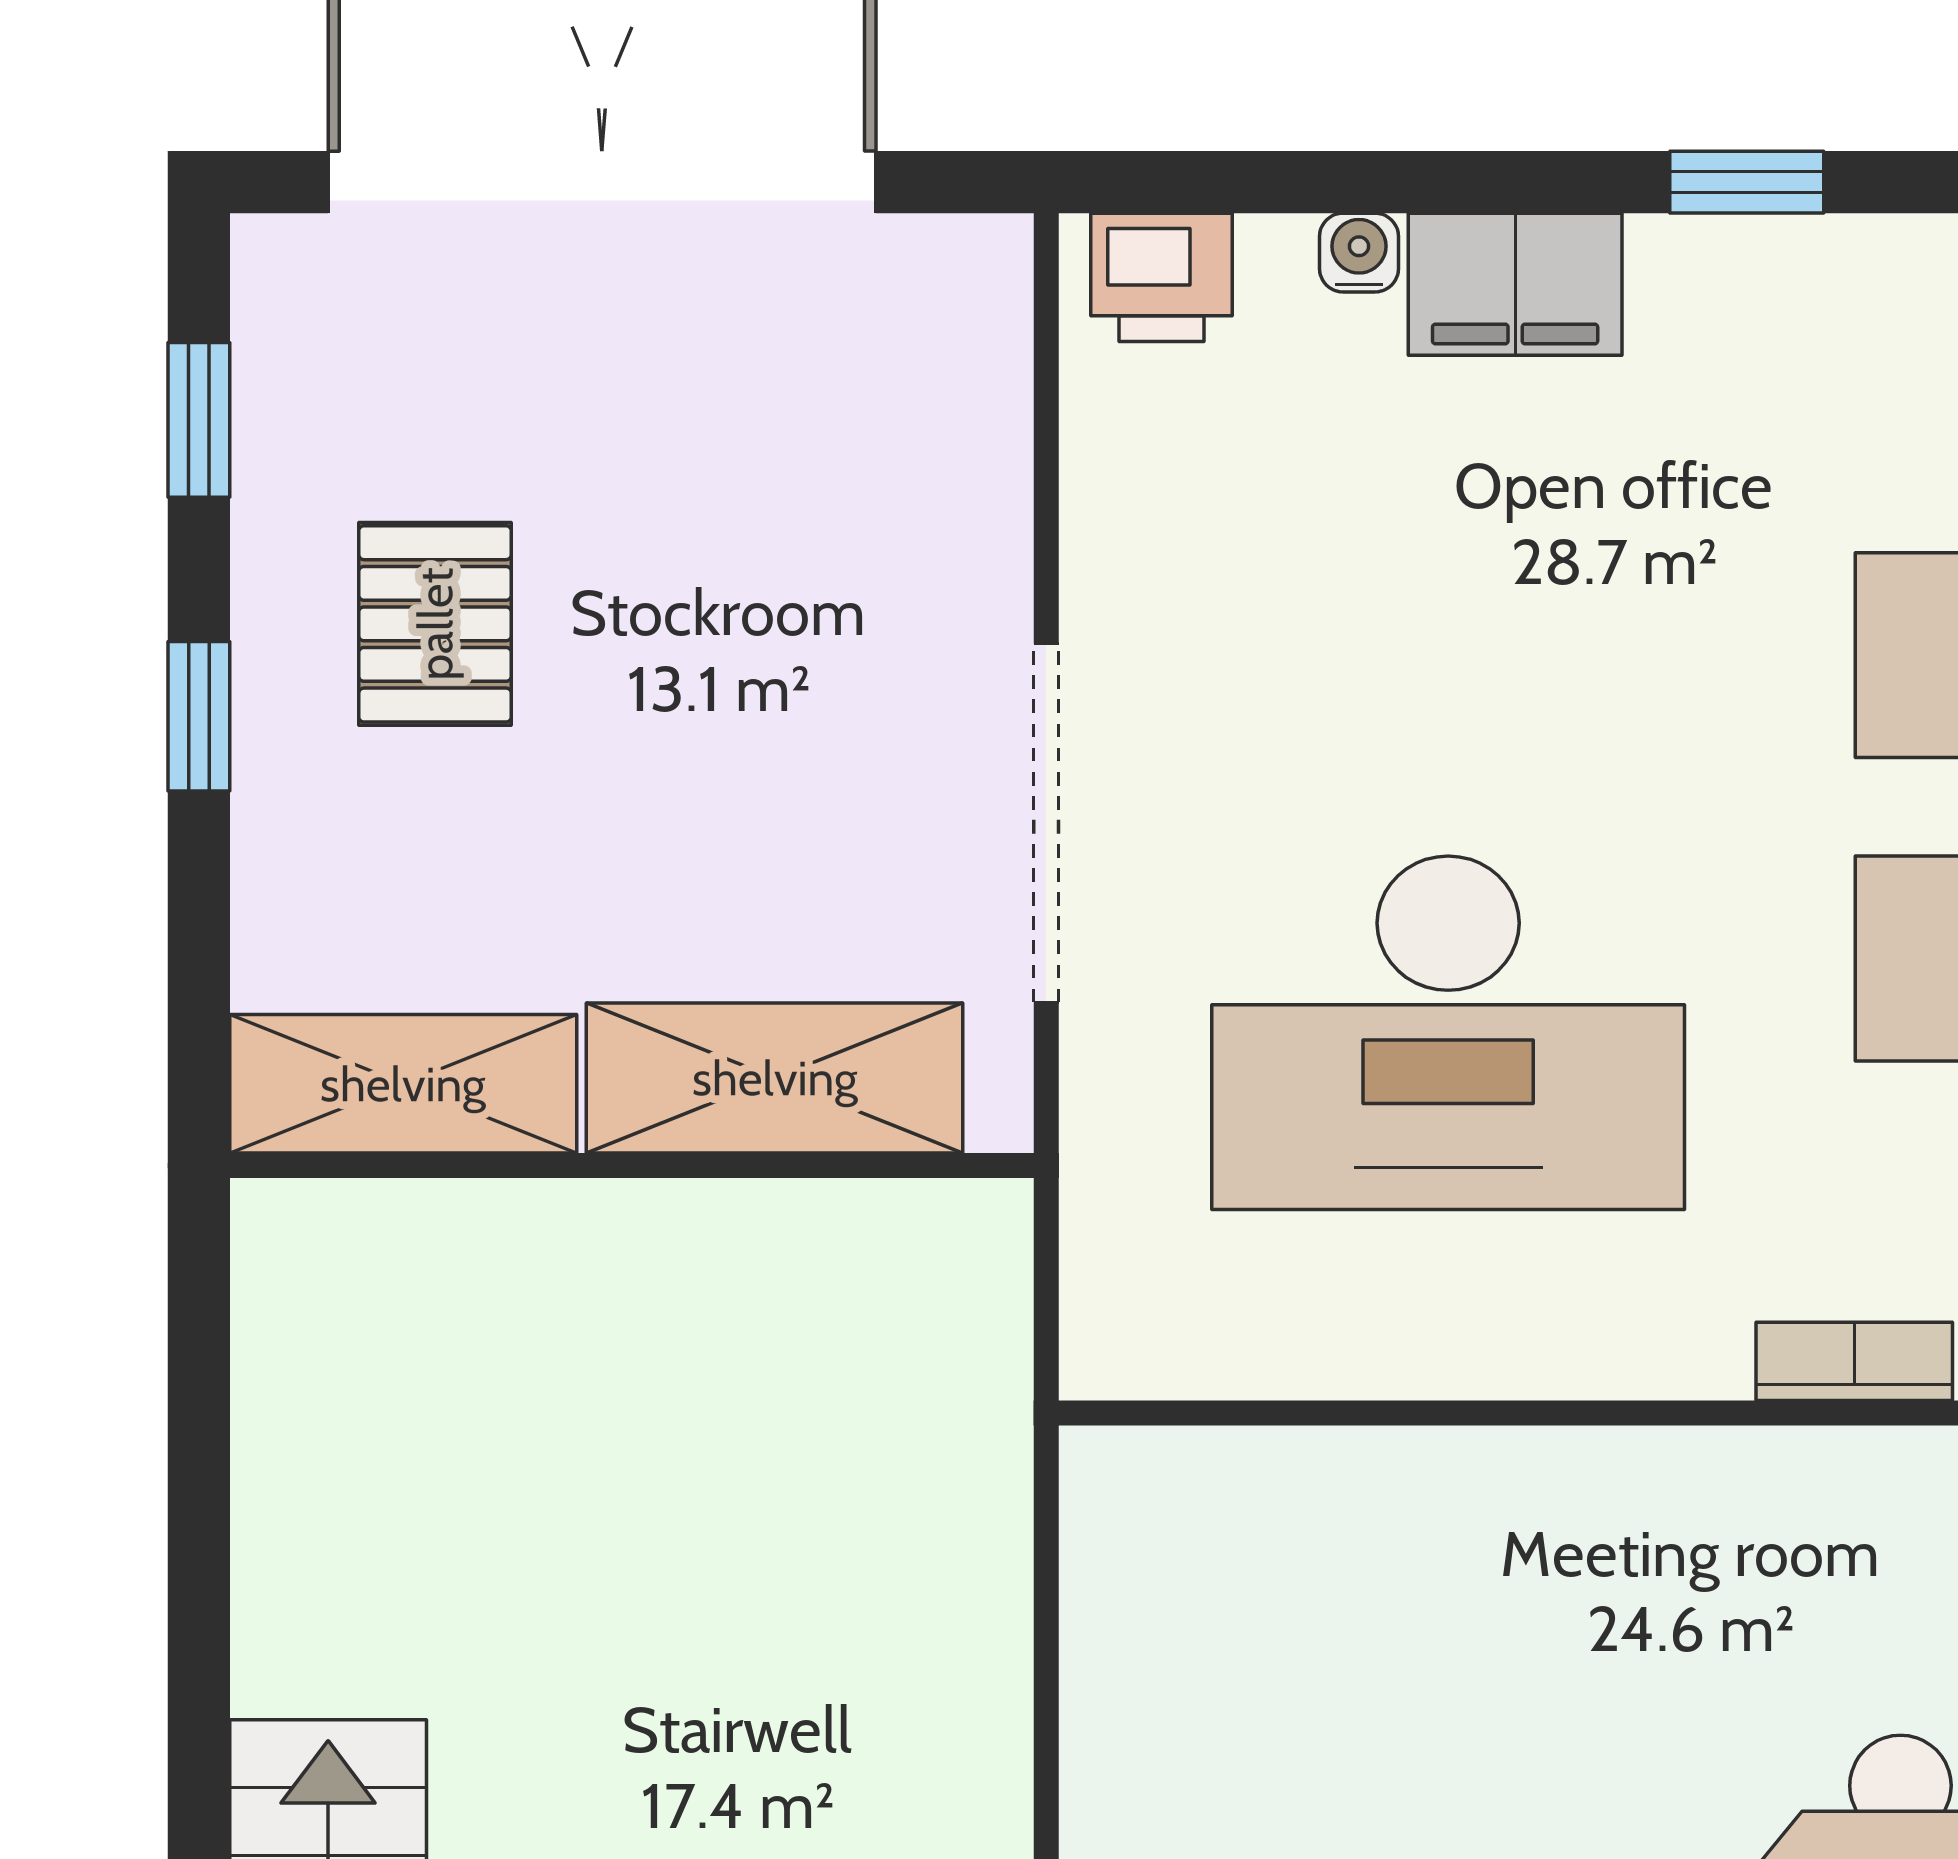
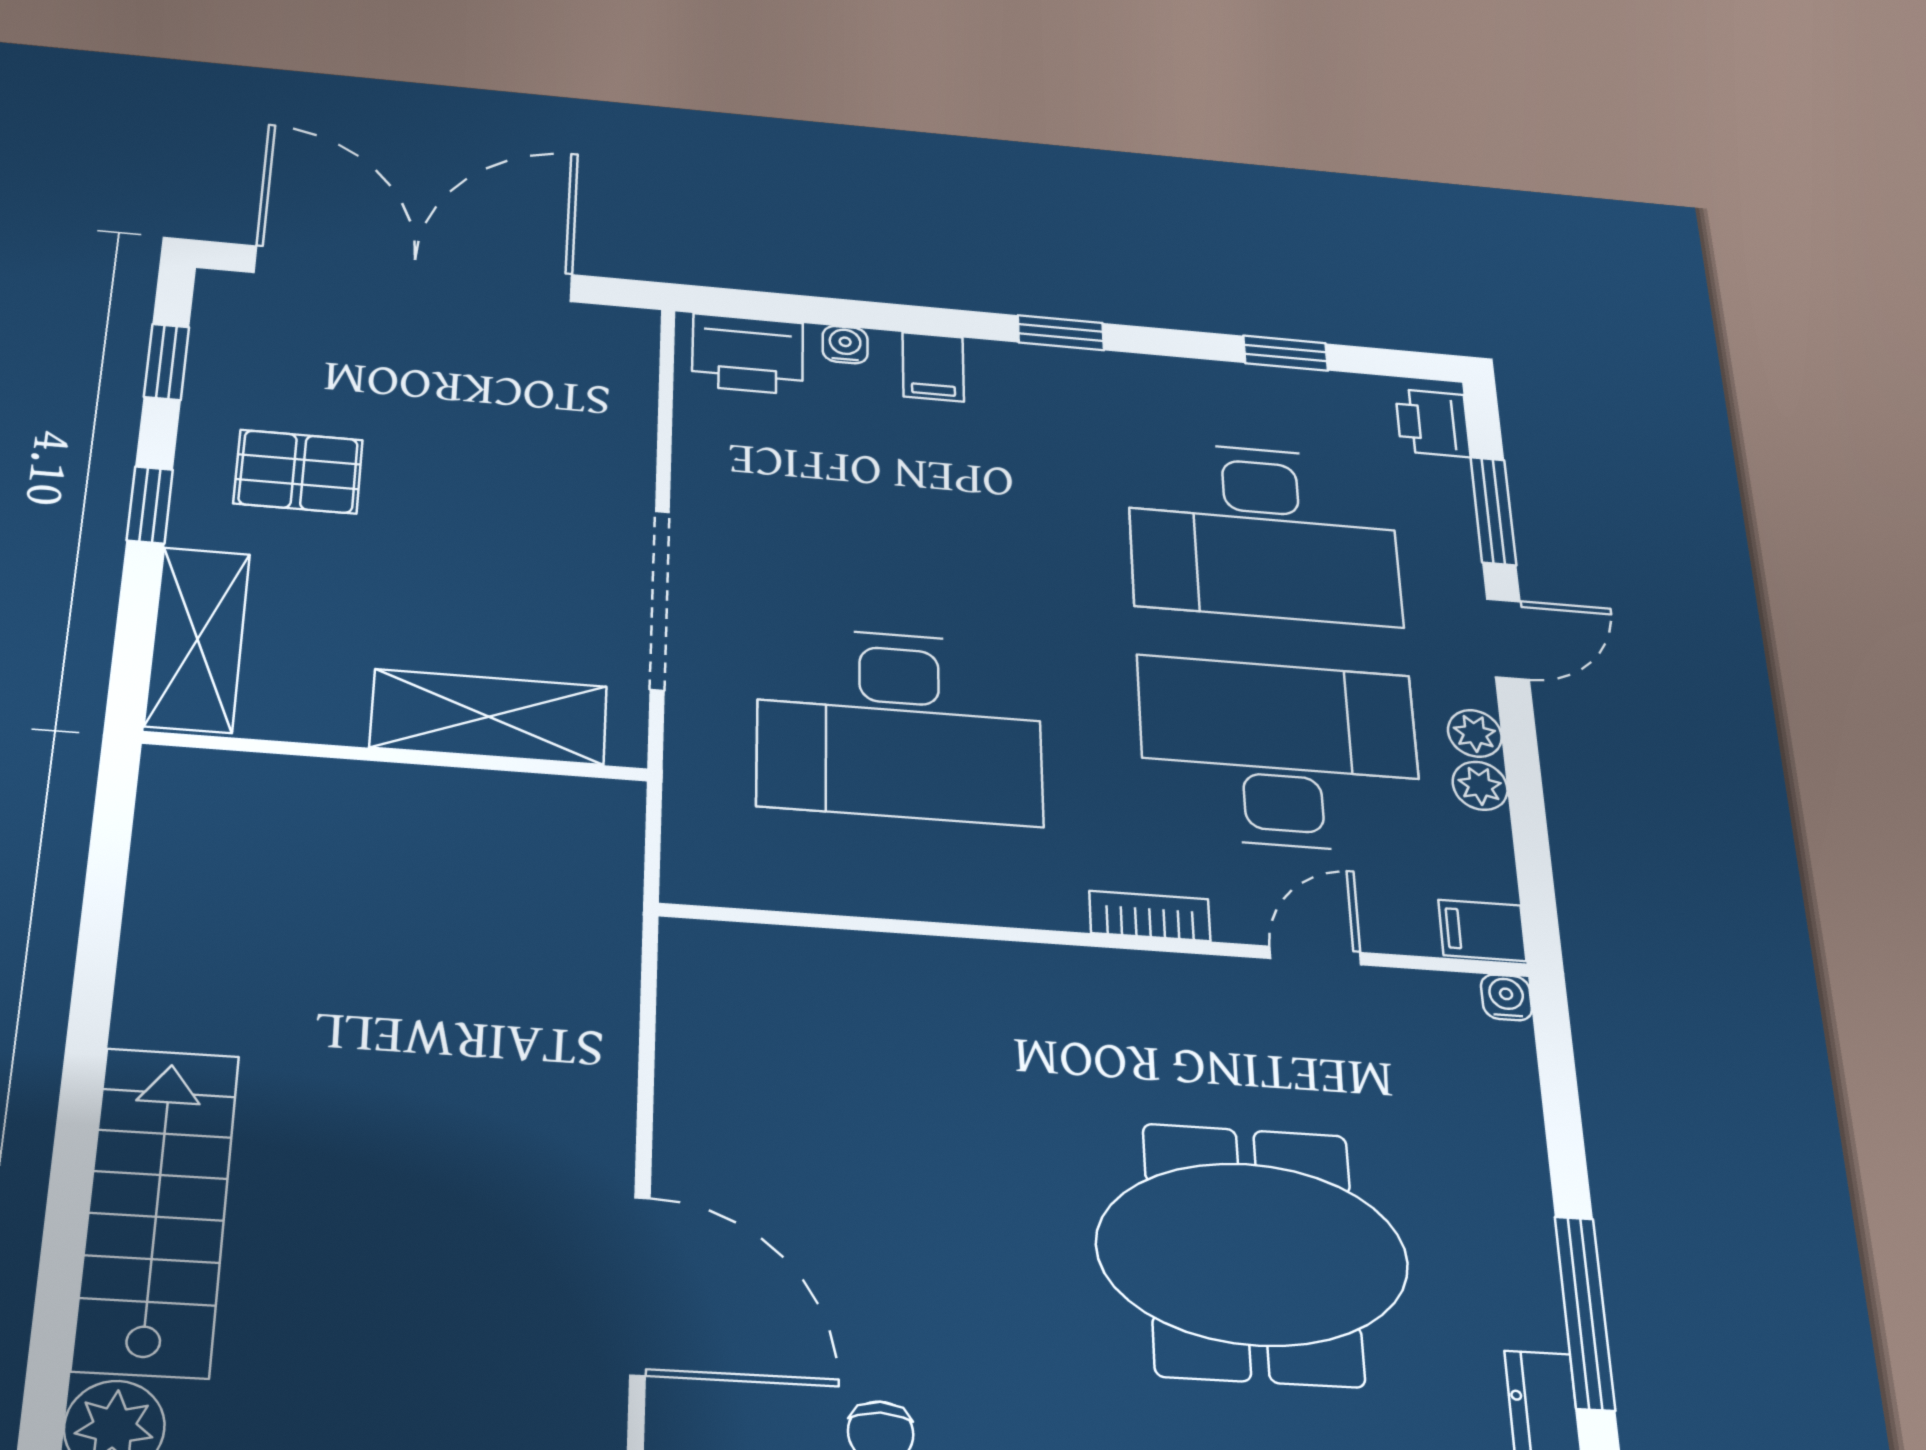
printer: (1161, 277) -> (748, 354), width x1.36, depth x1.24
filing cabinet: (1515, 284) -> (933, 367), width x0.50
pallet: (435, 624) -> (298, 472), turned 90
shelving: (403, 1084) -> (198, 639), moved, turned 90

